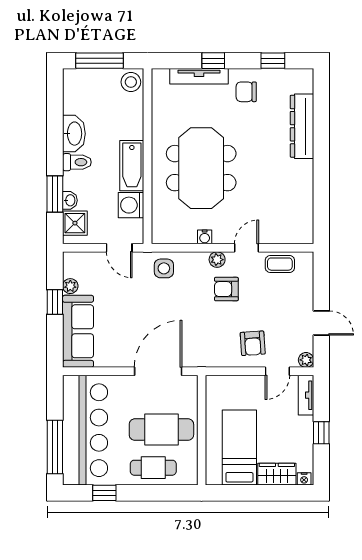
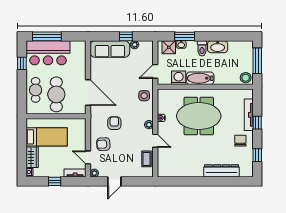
armchair: (226, 289) -> (114, 123), moved
bar counter: (85, 430) -> (48, 53), width x0.73

